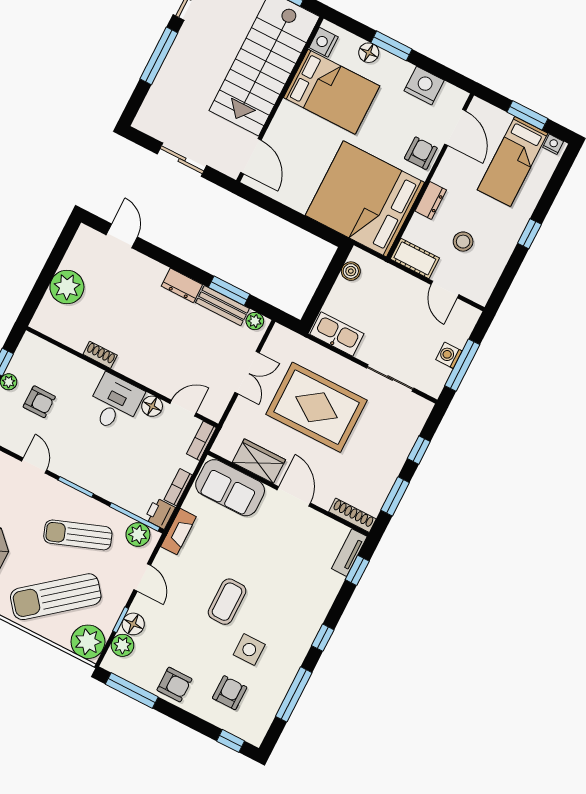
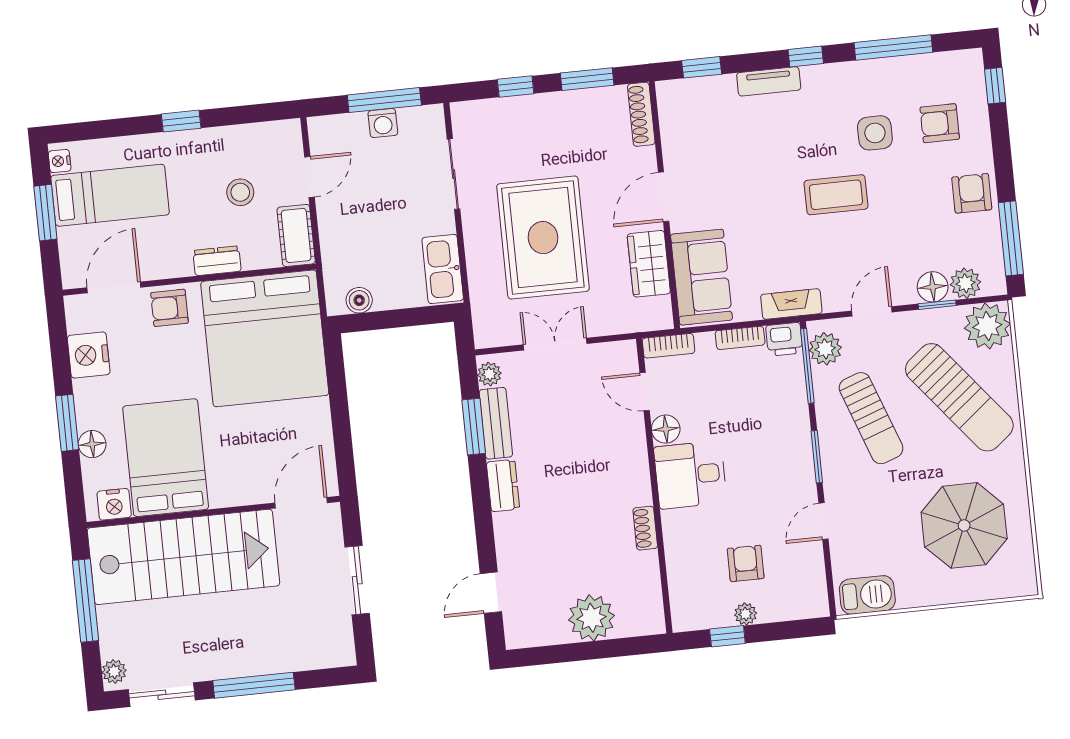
tv unit: (349, 553) -> (769, 81), moved

